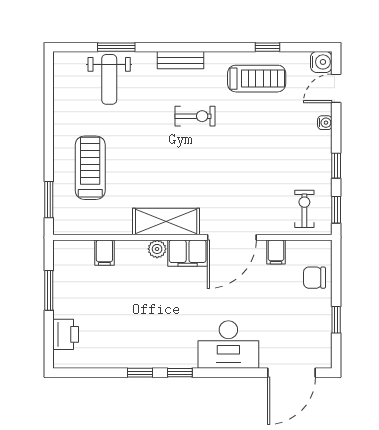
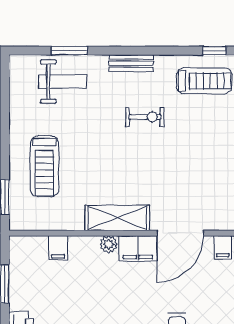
weight bench: (109, 79) -> (63, 82), turned -90
treadmill: (90, 168) -> (44, 166), turned 180

